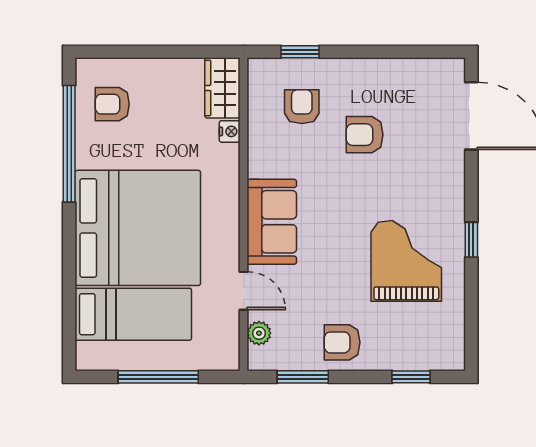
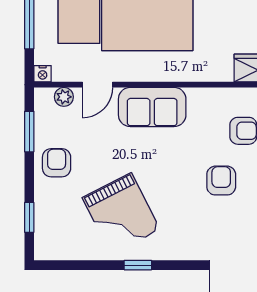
nightstand: (230, 131) -> (43, 74), moved
grand piano: (406, 261) -> (121, 214), turned 63

